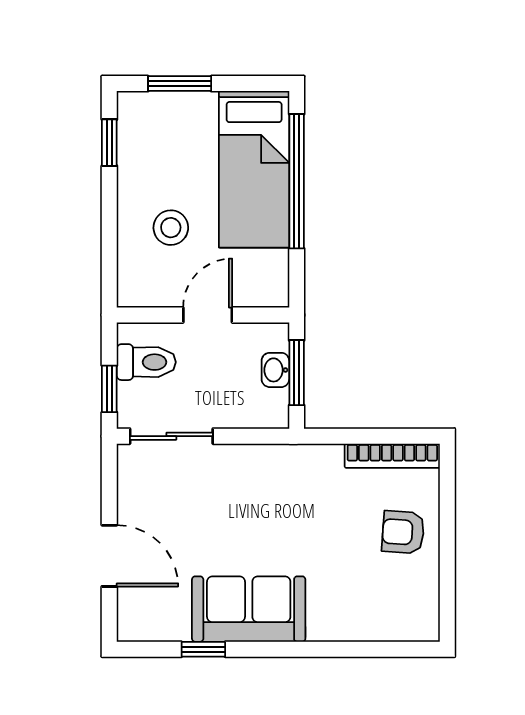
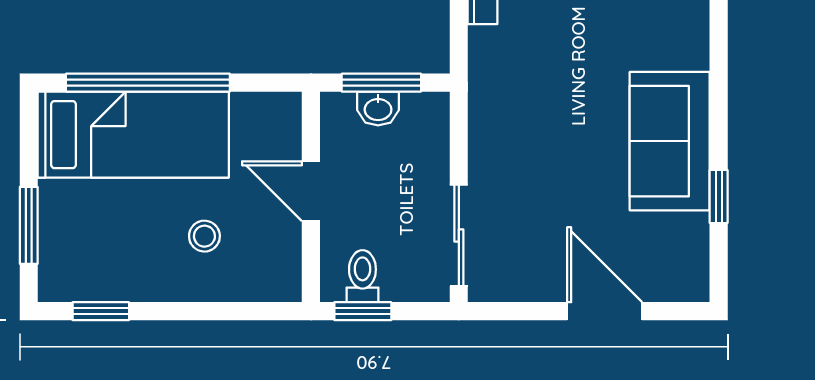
stool: (171, 228) -> (204, 236), width x0.73, depth x0.73
toilet: (146, 362) -> (362, 276), width x0.73, depth x0.72
window: (109, 389) -> (363, 311), moved
door: (109, 556) -> (605, 311), hinge flipped

